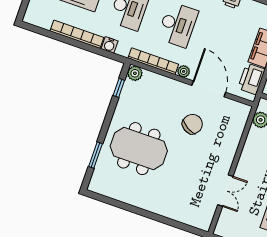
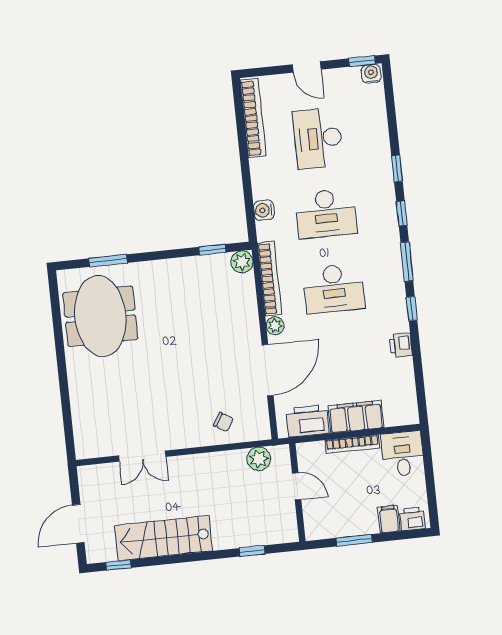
bookcase: (77, 34) -> (253, 118), moved
chair: (192, 124) -> (223, 422), moved, width x0.54, depth x0.54
meeting table: (139, 149) -> (100, 316), moved

